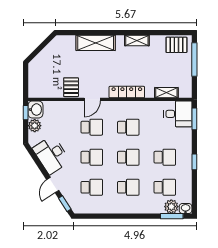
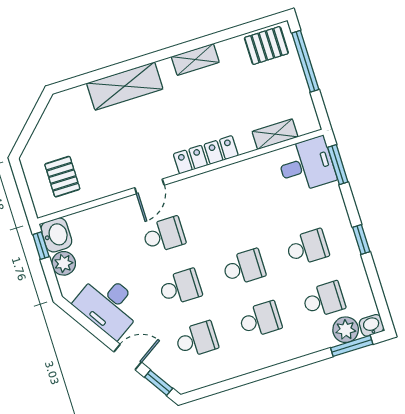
pallet: (71, 87) -> (62, 177), moved
school desk: (128, 127) -> (227, 215), removed
door: (53, 185) -> (128, 357), swing flipped

